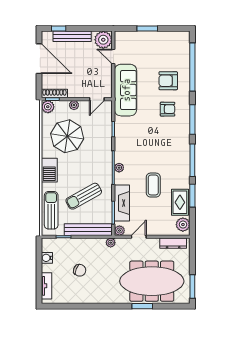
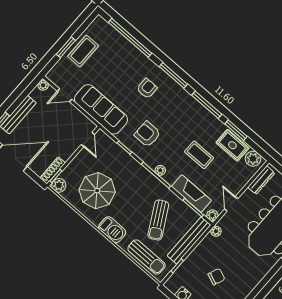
plant: (103, 40) -> (43, 85), width x0.53, depth x0.53
coffee table: (155, 43) -> (83, 51), added
armchair: (168, 81) -> (147, 134), moved, turned 90
plant: (74, 105) -> (76, 163), removed
sun lounger: (51, 210) -> (147, 257), turned 180

